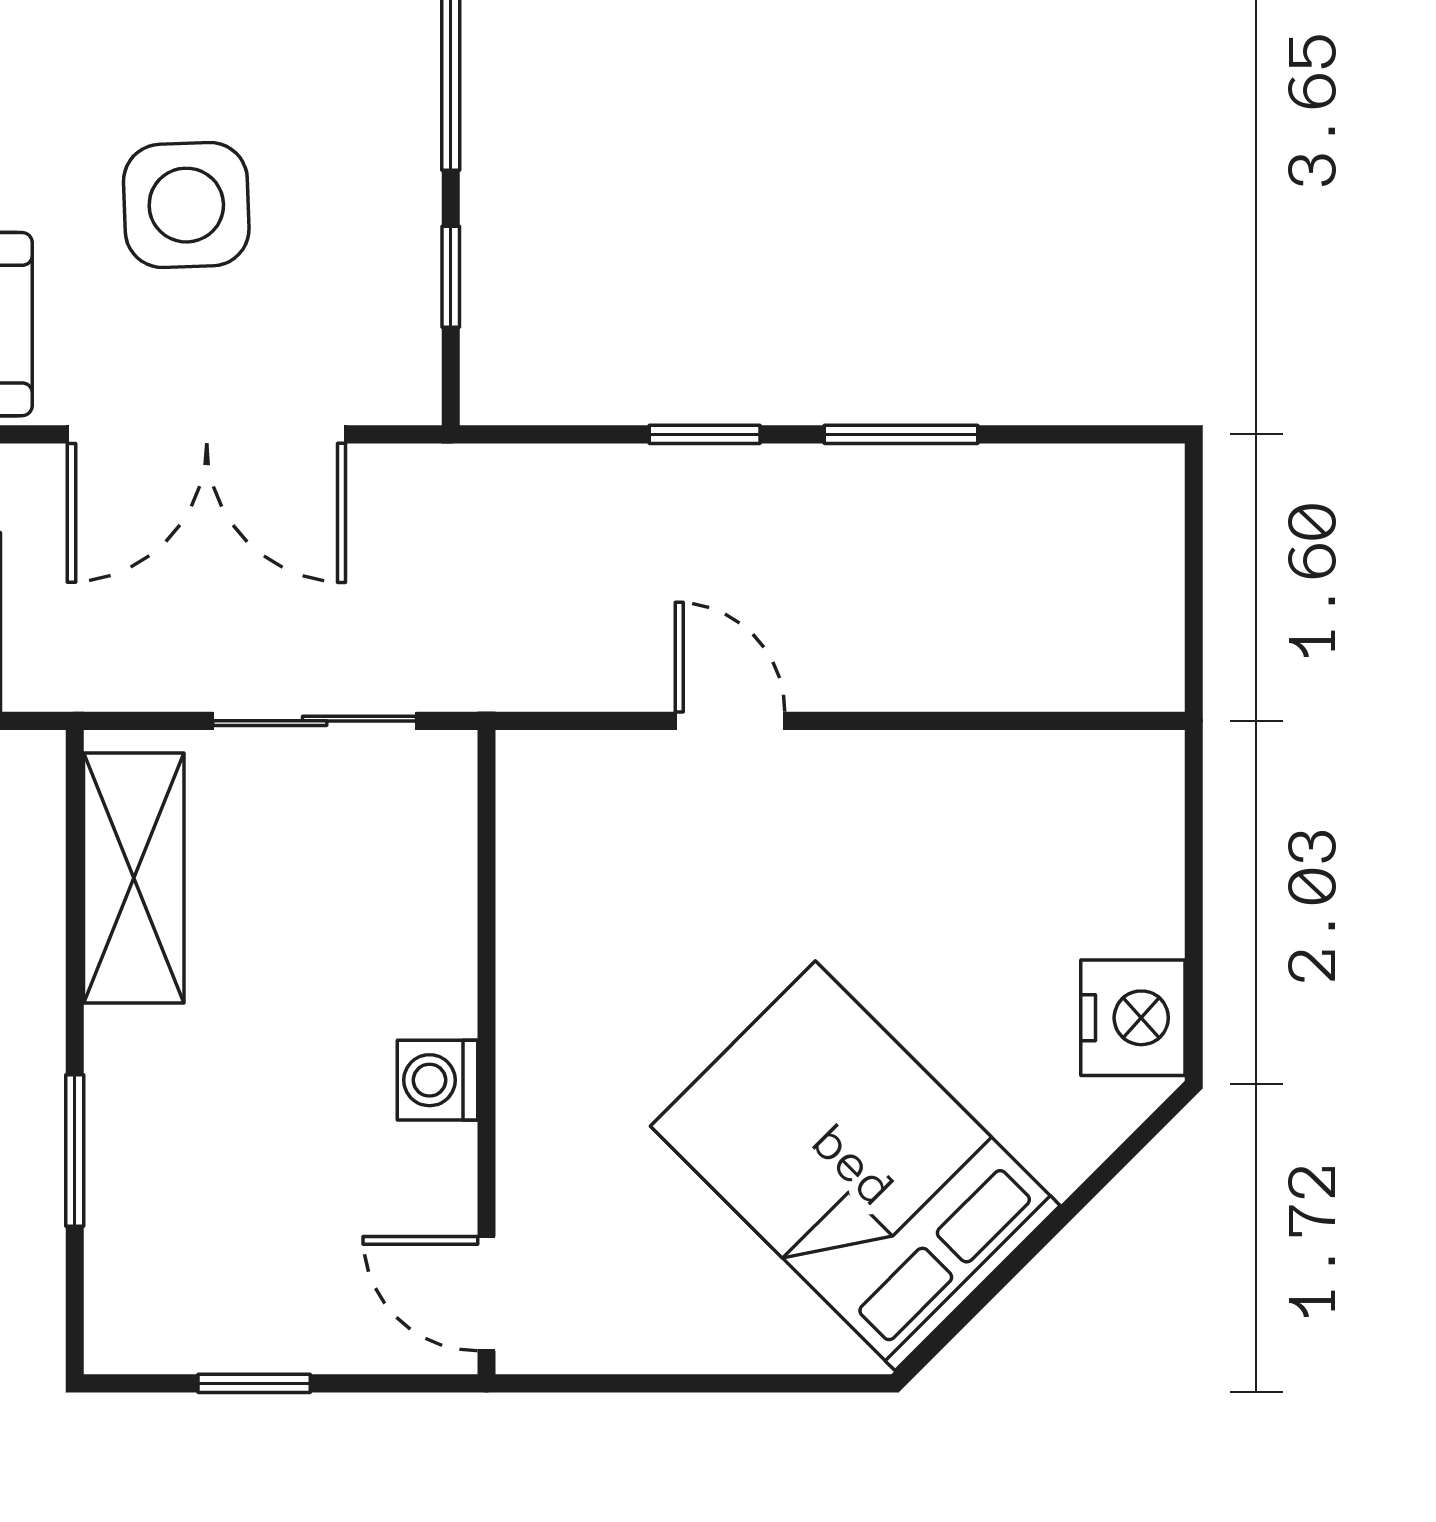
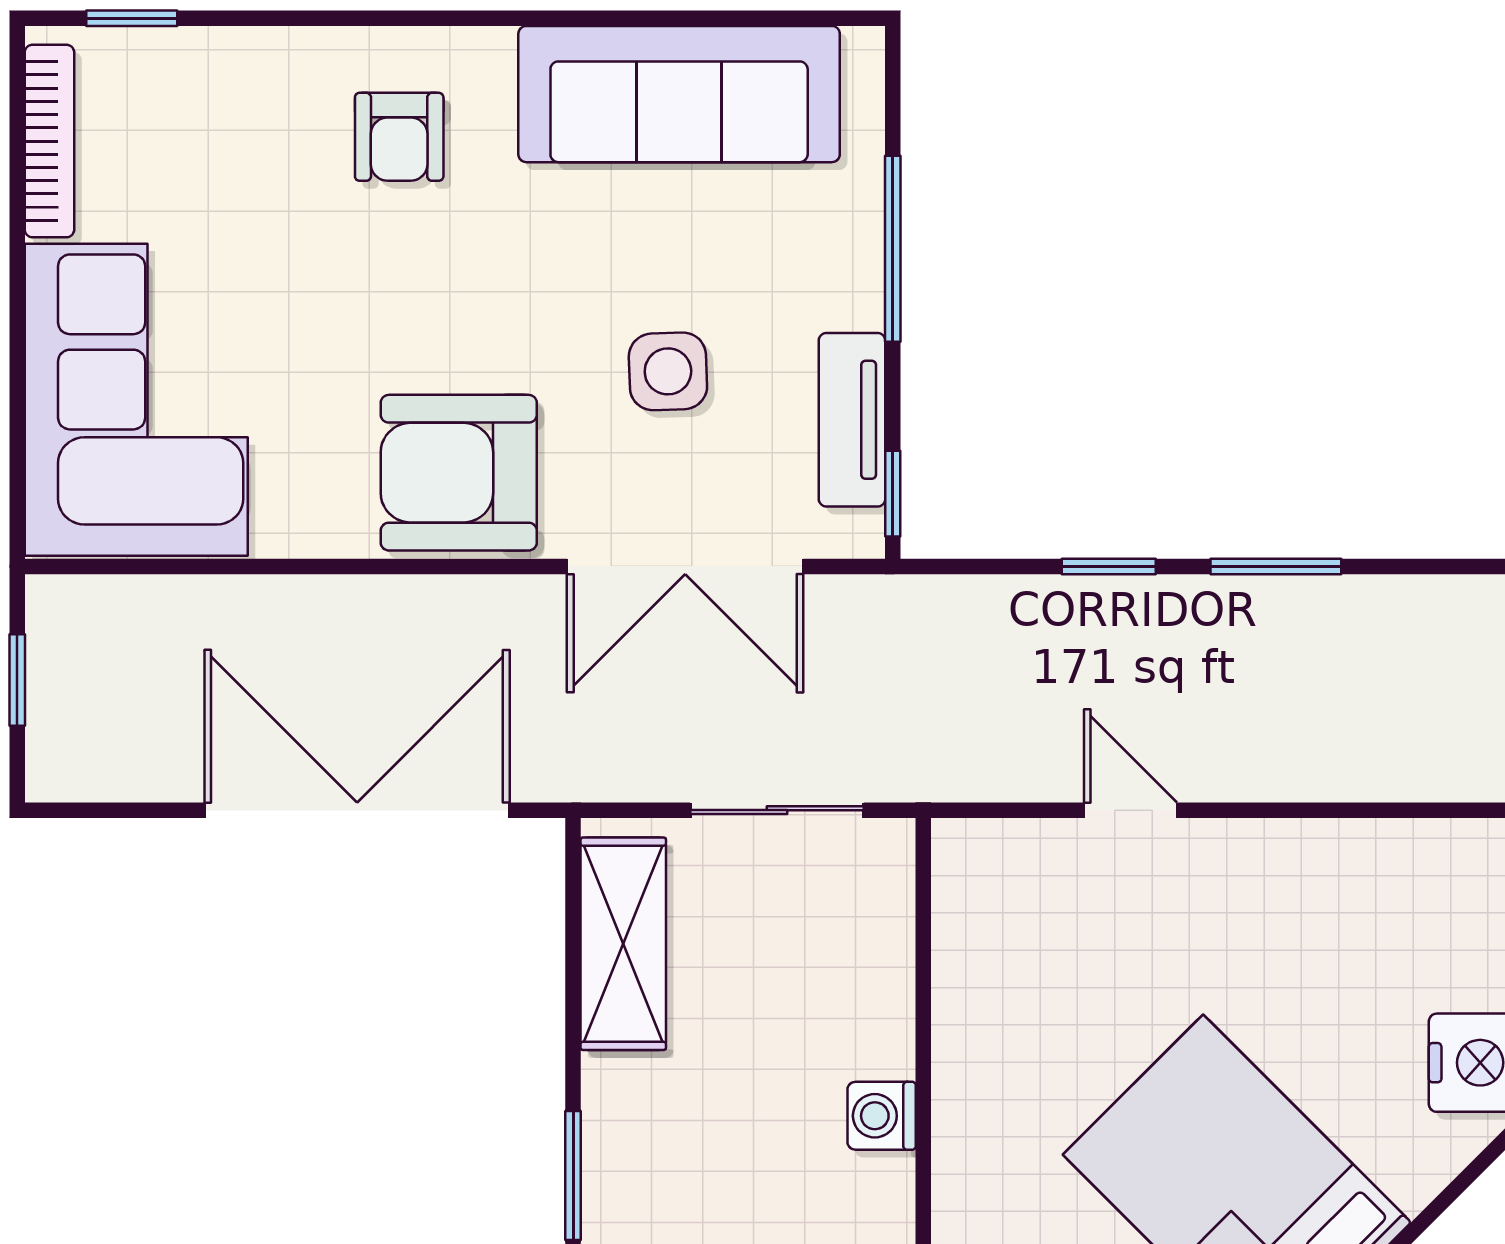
side table: (186, 205) -> (668, 371), width x0.73, depth x0.73
tv unit: (403, 262) -> (852, 420), added
window: (451, 277) -> (893, 494), moved

